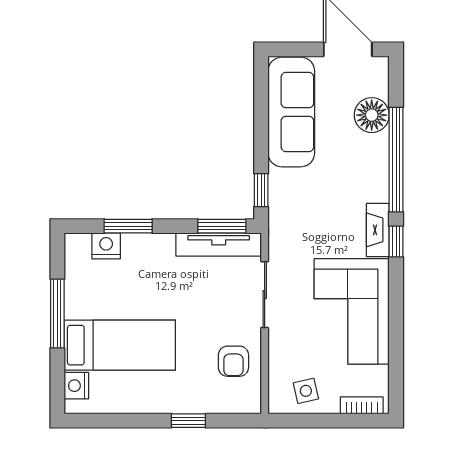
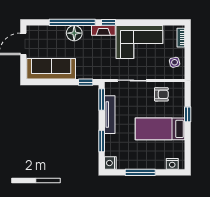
floor lamp: (372, 115) -> (74, 33), moved
tv unit: (219, 244) -> (110, 115), moved
nightstand: (106, 246) -> (110, 163), moved
bed: (120, 345) -> (160, 129), moved, turned -90

